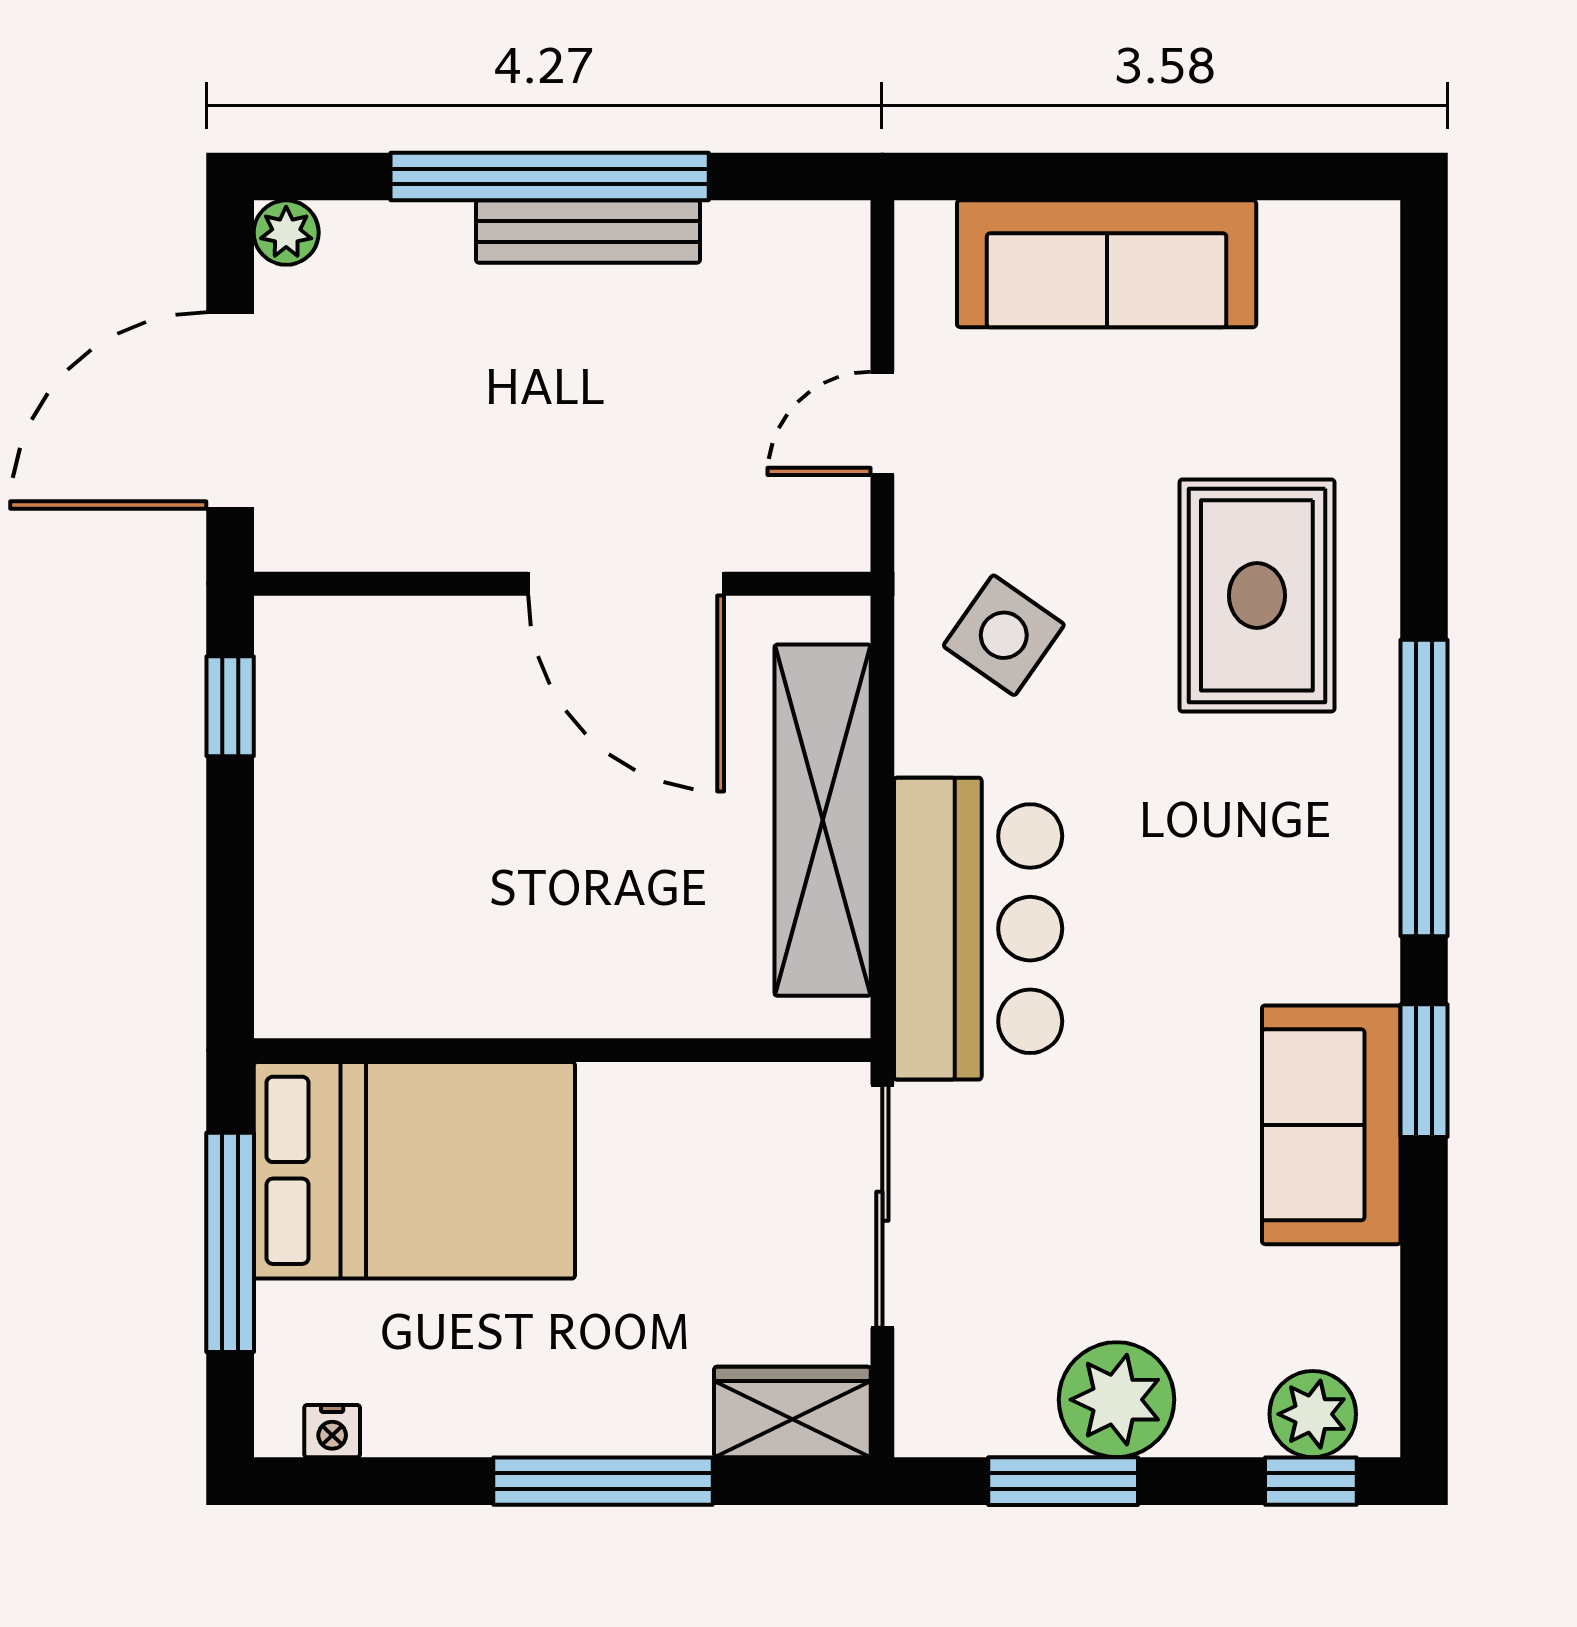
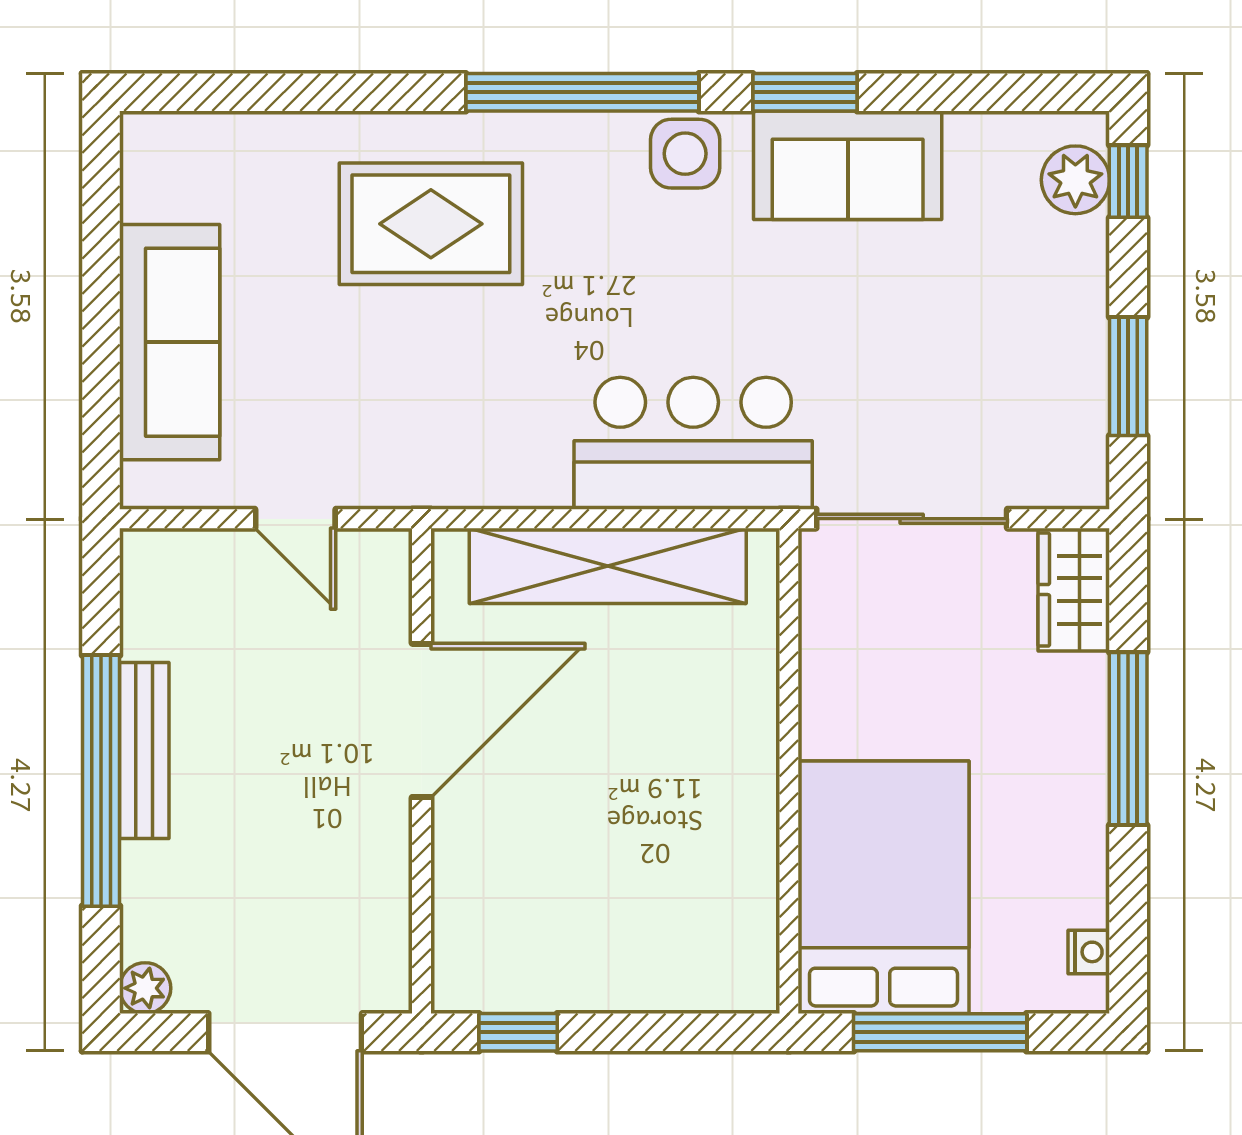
side table: (1004, 635) -> (685, 154), moved, turned -35
plant: (1117, 1400) -> (1064, 334), removed

